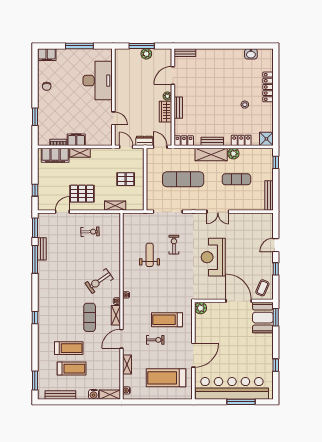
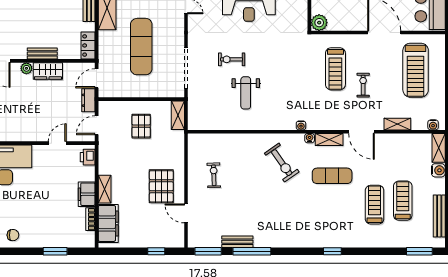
printer: (103, 140) -> (88, 157), added
shelving: (115, 206) -> (178, 115), moved
weight bench: (150, 255) -> (246, 93), turned -90

